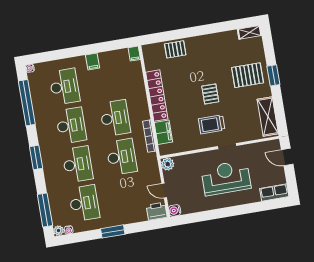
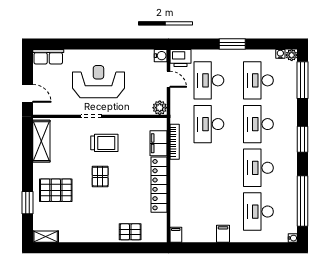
window: (273, 75) -> (28, 203), moved
desk: (115, 118) -> (209, 80), moved
reception desk: (226, 178) -> (98, 82), turned 180

